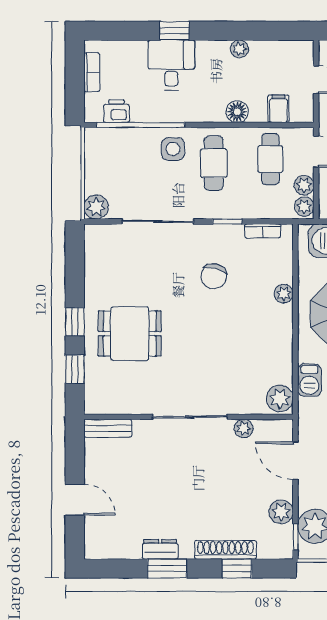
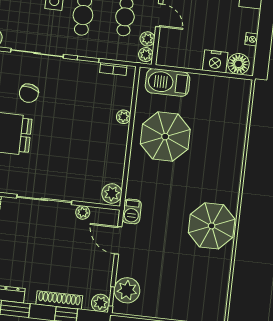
chair: (214, 276) -> (29, 93), moved
barbecue: (309, 380) -> (132, 211), moved
plant: (281, 512) -> (100, 303), moved

